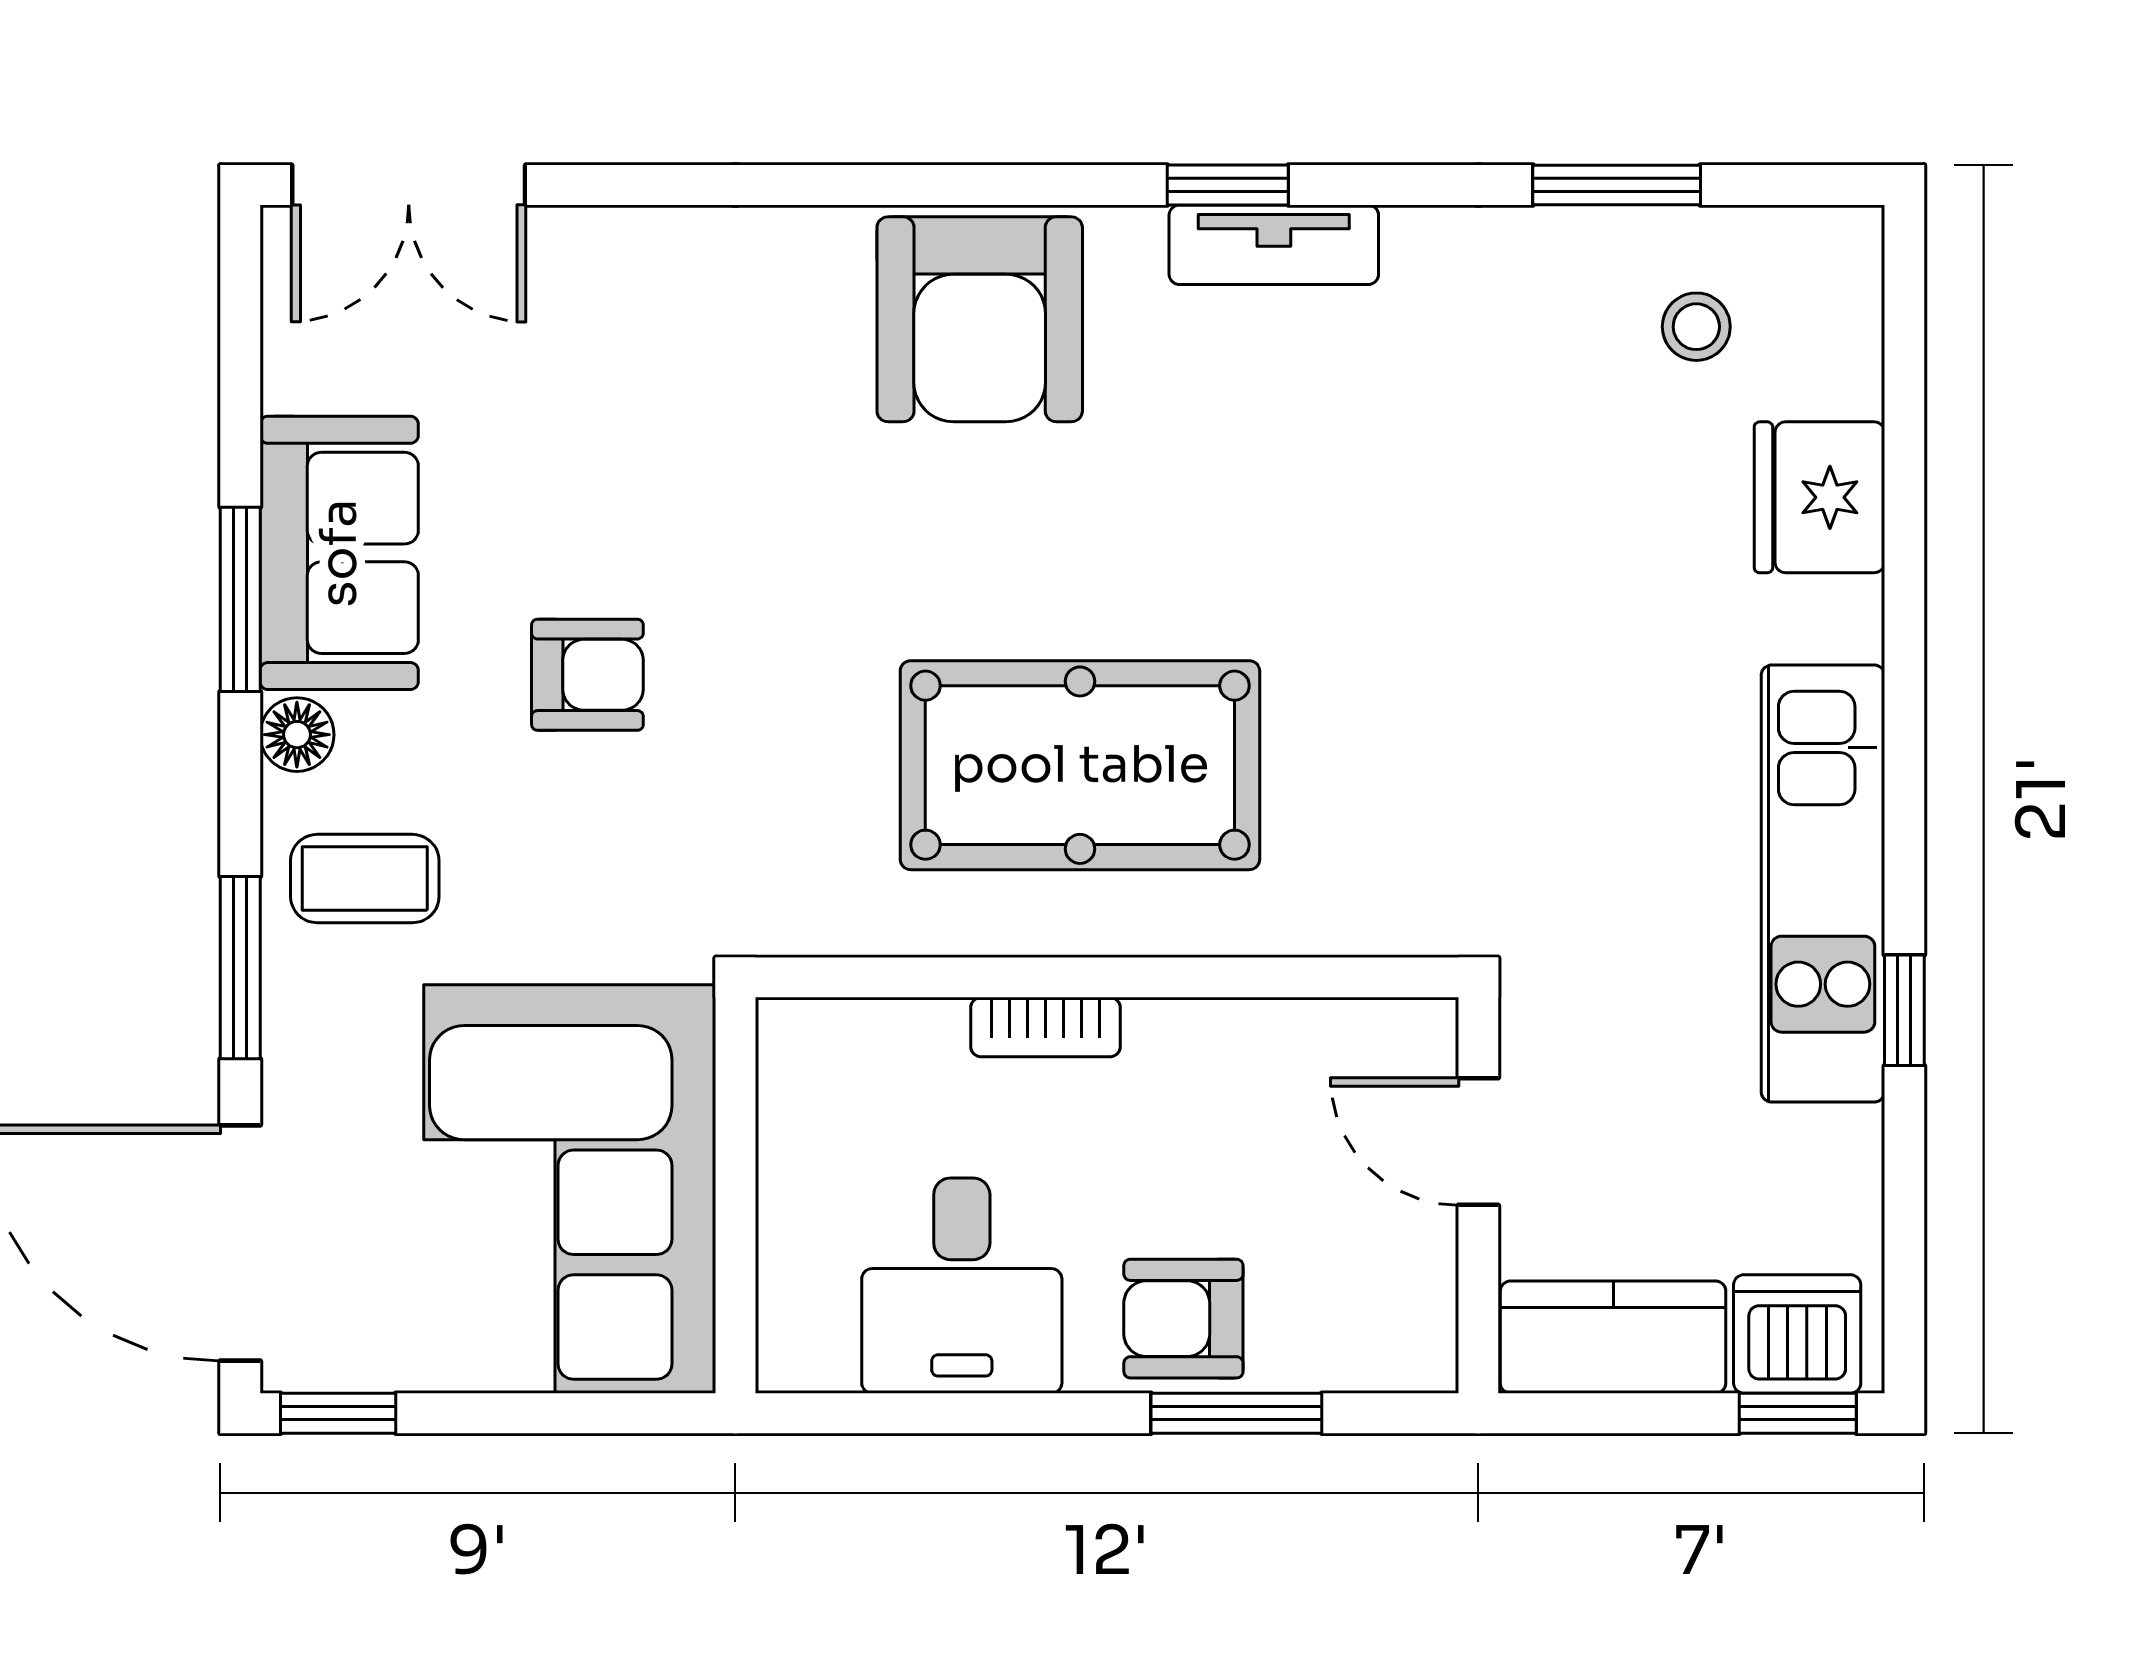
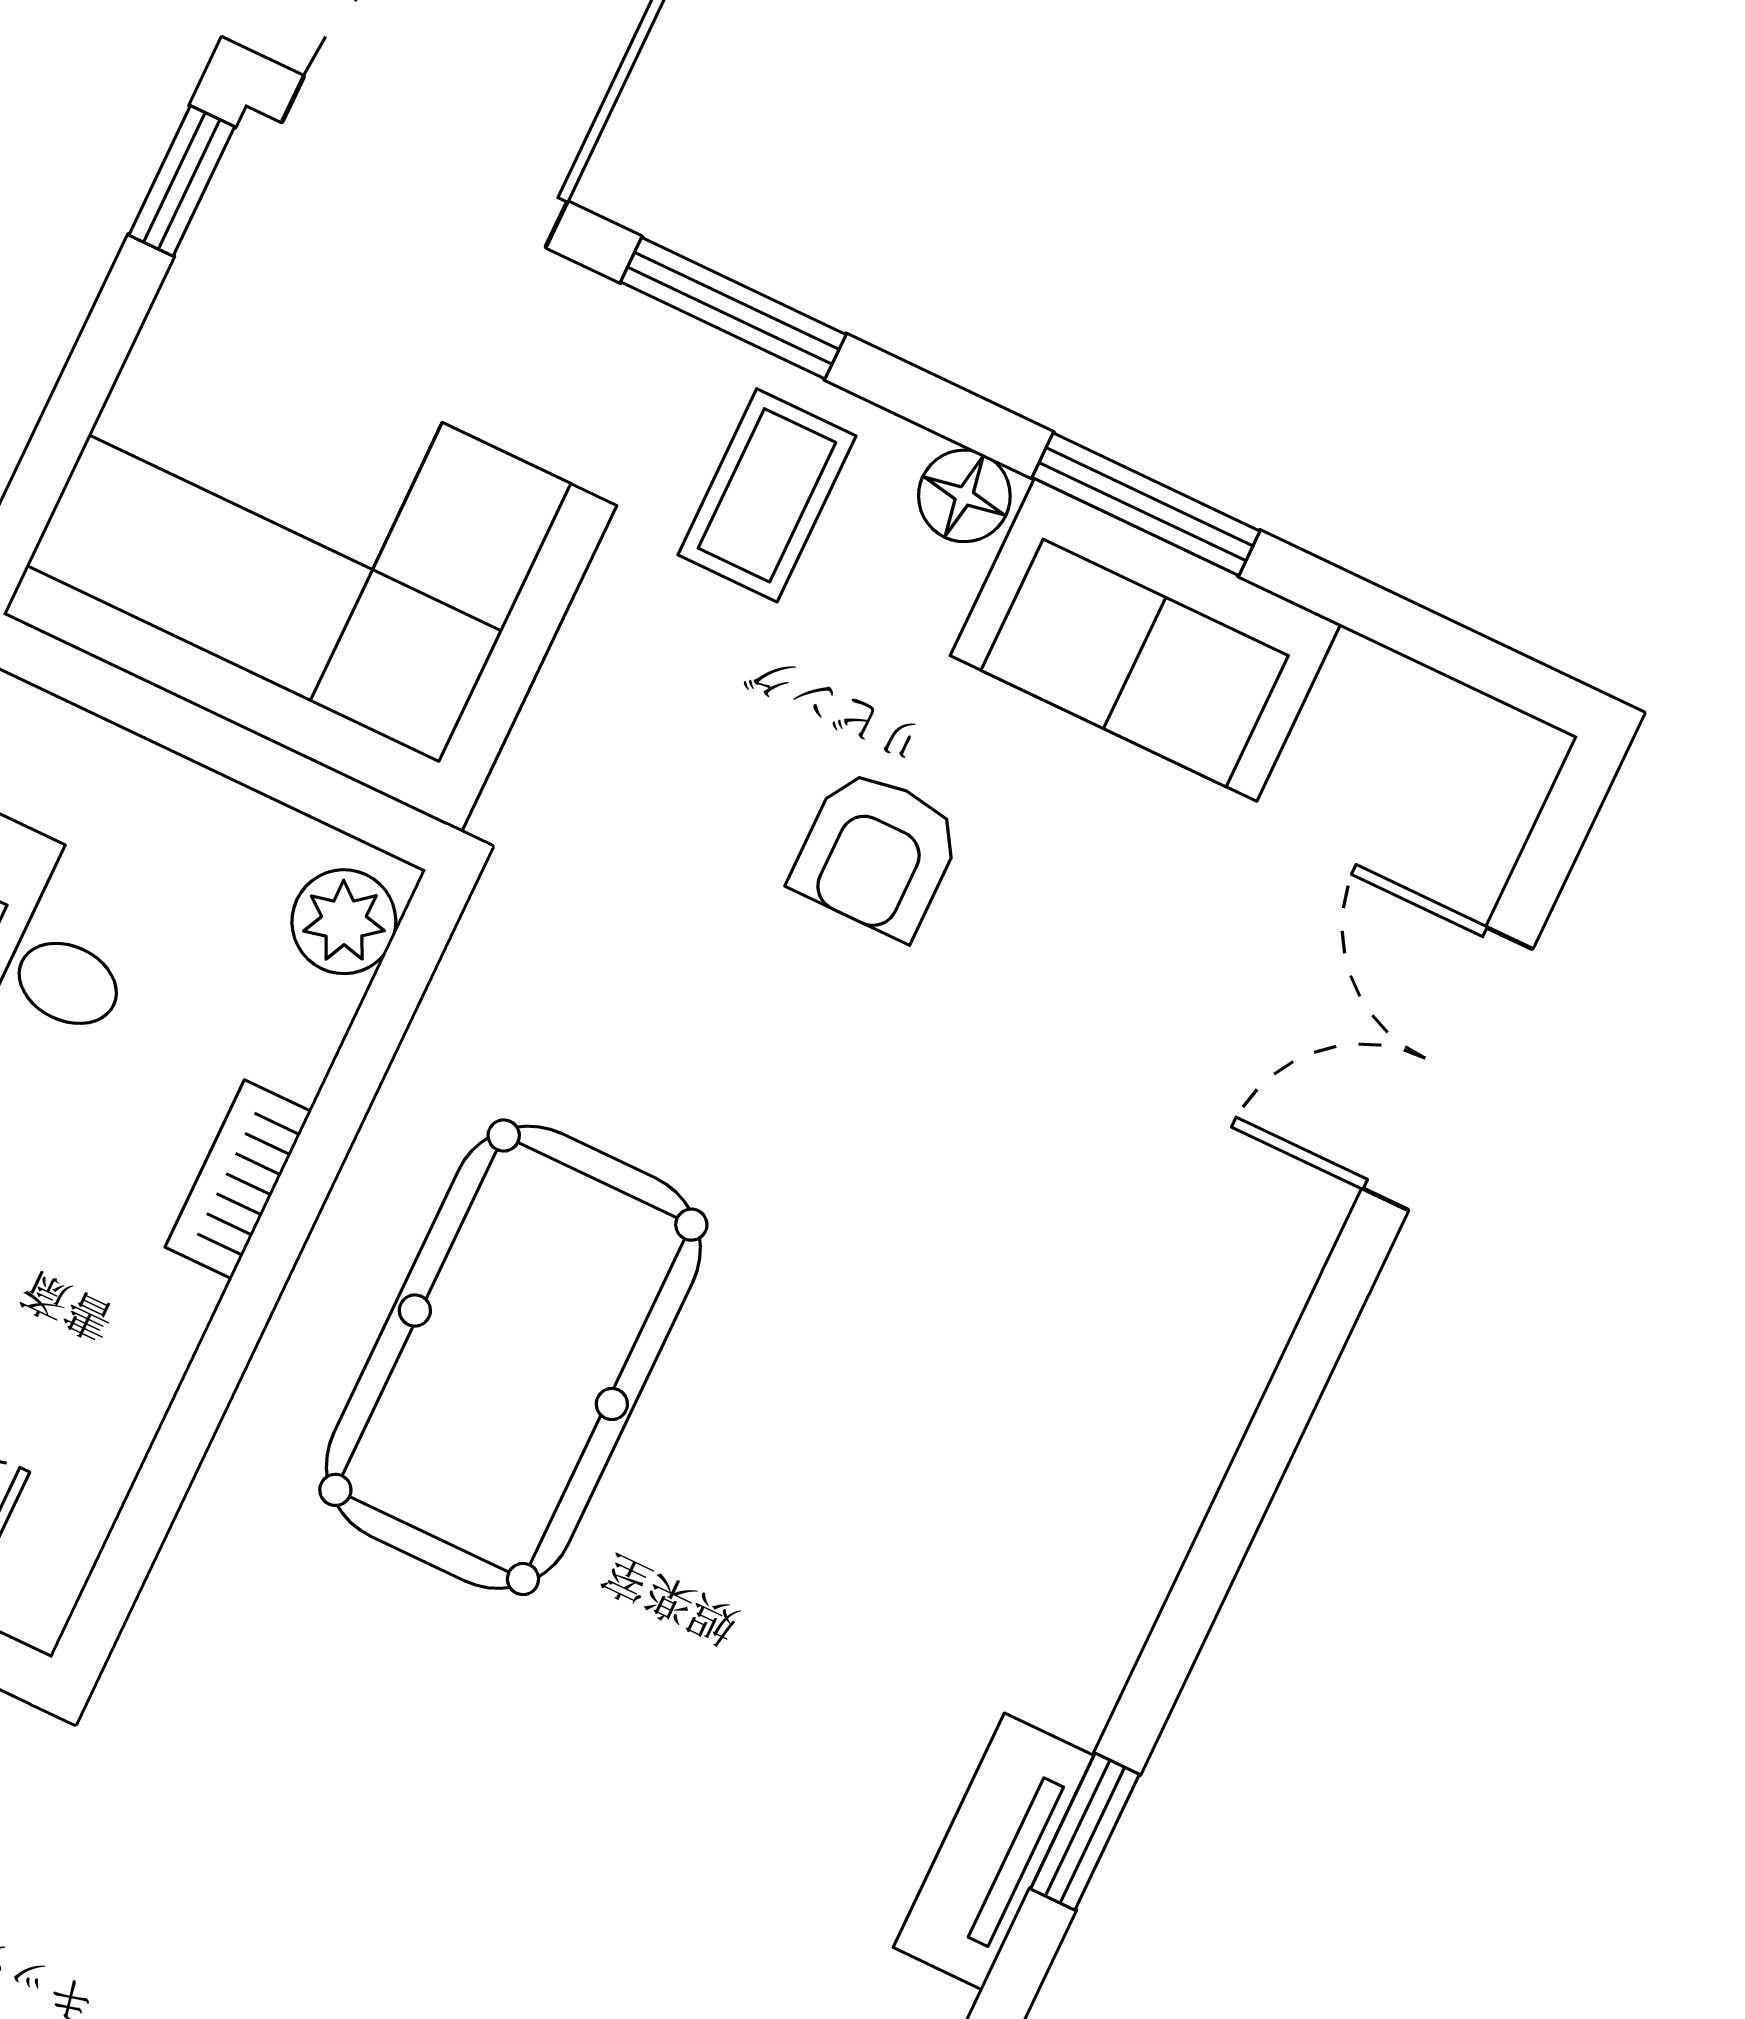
double door: (409, 185) -> (1447, 1069), moved
armchair: (980, 319) -> (1067, 1482), removed
plant: (821, 1039) -> (344, 922), added

